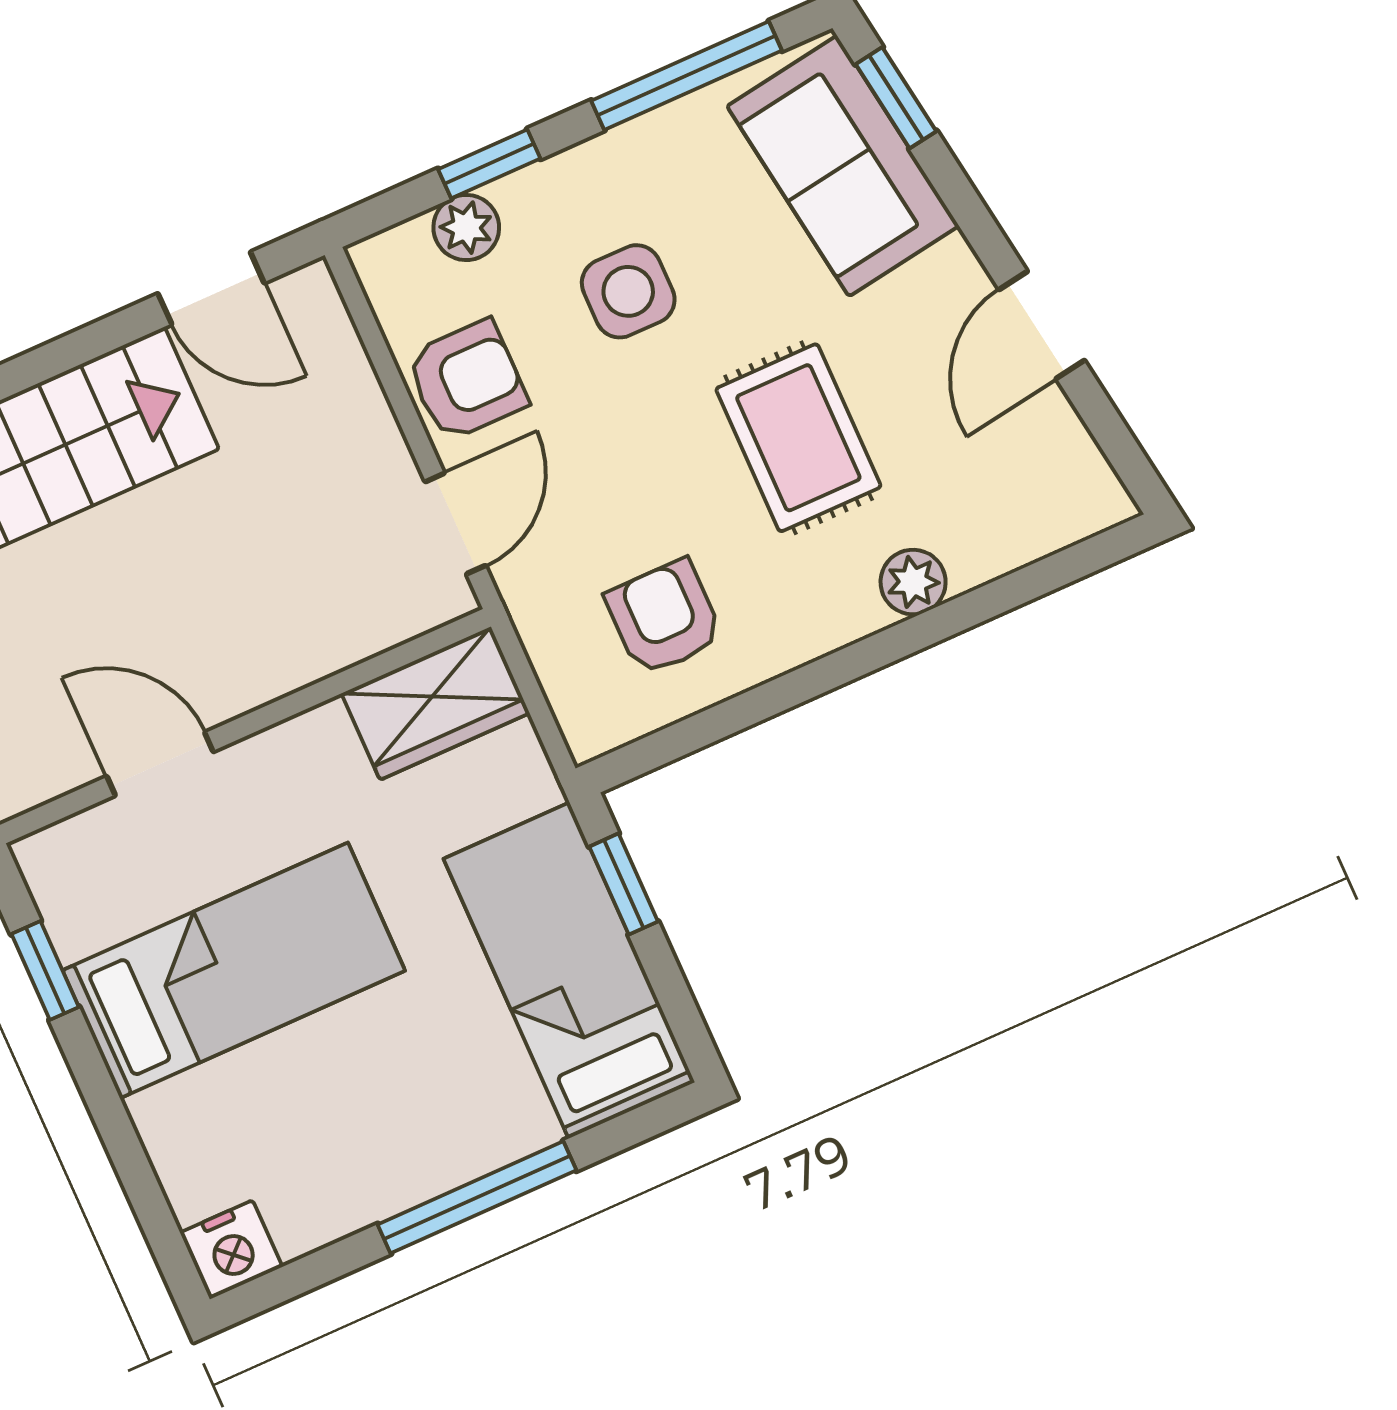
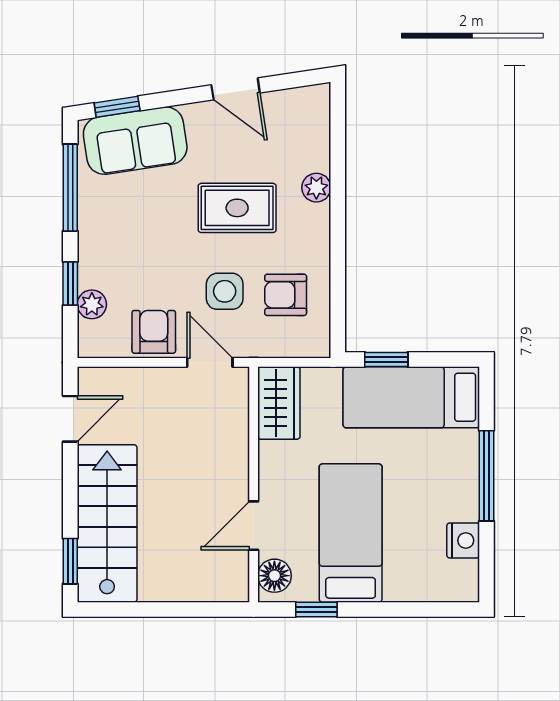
side table: (628, 291) -> (225, 291), moved
floor lamp: (76, 853) -> (274, 576), added
nightstand: (231, 1250) -> (463, 540), moved

